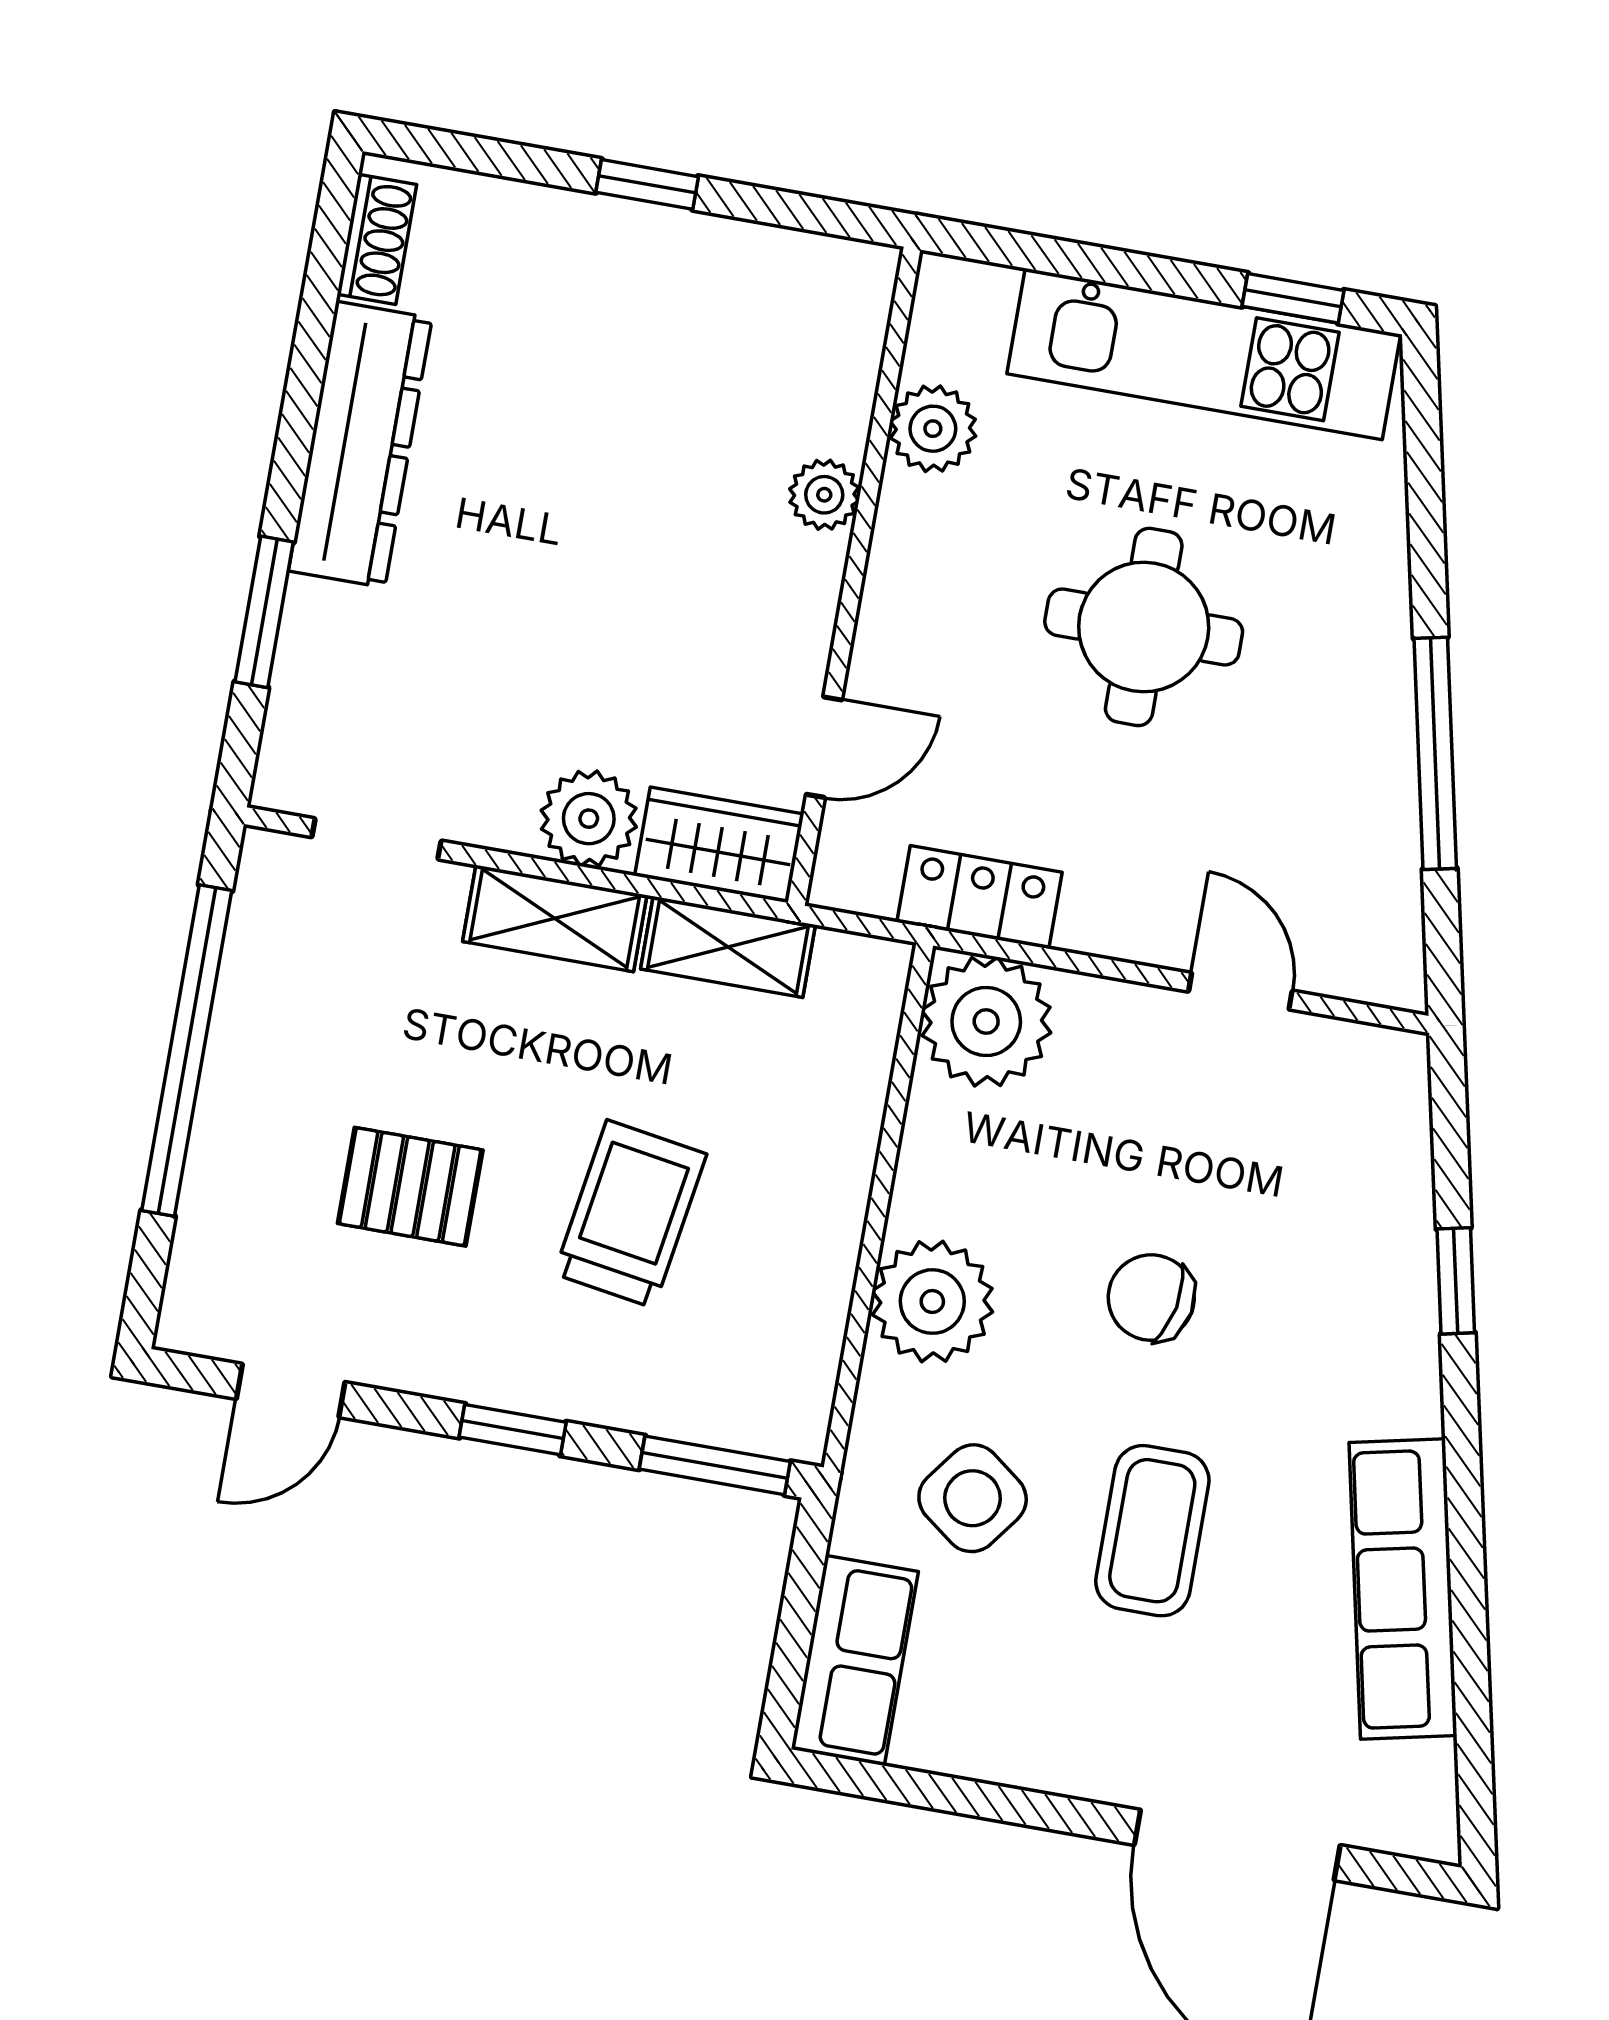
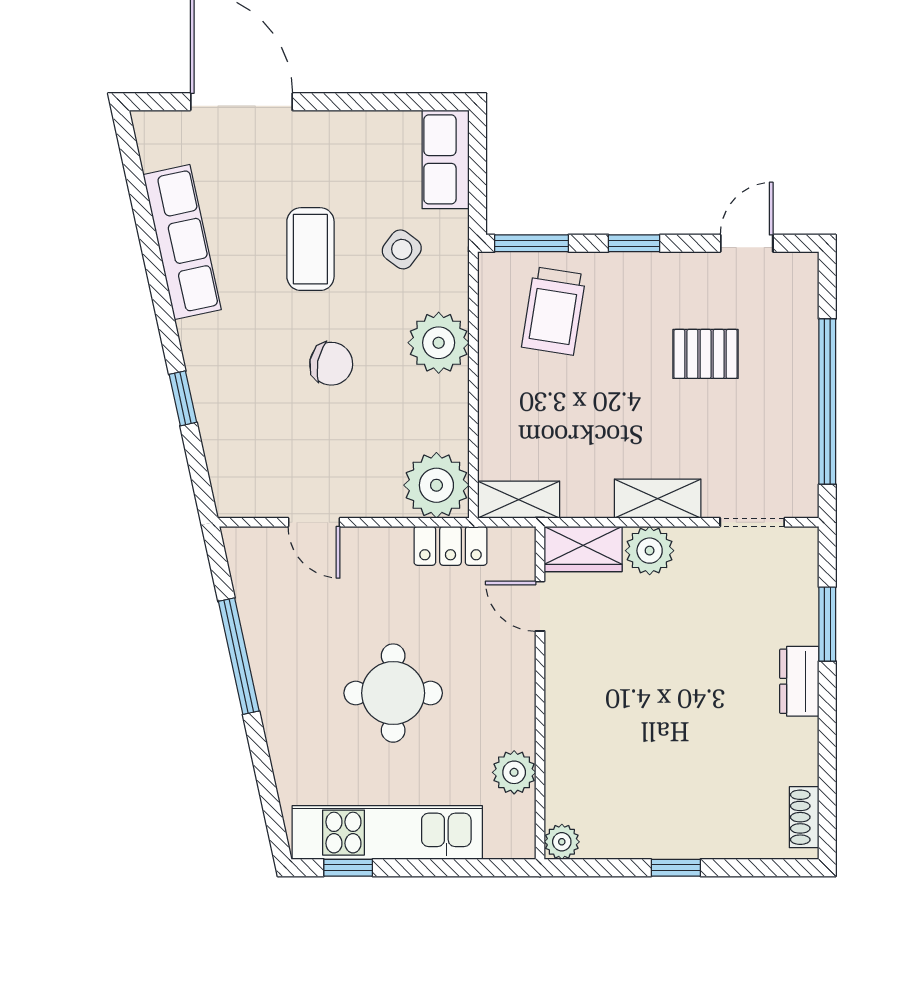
dresser: (360, 444) -> (799, 681), width x0.51, depth x0.80
plant: (824, 495) -> (562, 842), moved
door: (824, 747) -> (540, 606), hinge flipped
shelving: (728, 947) -> (519, 500), moved
trolley: (630, 1214) -> (554, 311), moved
side table: (973, 1498) -> (402, 249), width x0.73, depth x0.73

